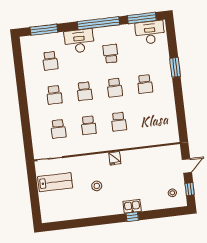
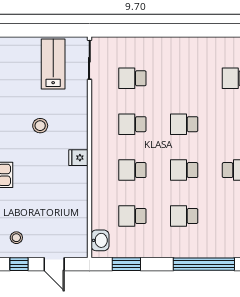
window: (175, 67) -> (204, 264), width x2.11
school desk: (54, 95) -> (132, 216), moved
window: (181, 118) -> (126, 264), added
washbasin: (168, 138) -> (100, 240), added
lab bench: (55, 182) -> (53, 64), turned 180

